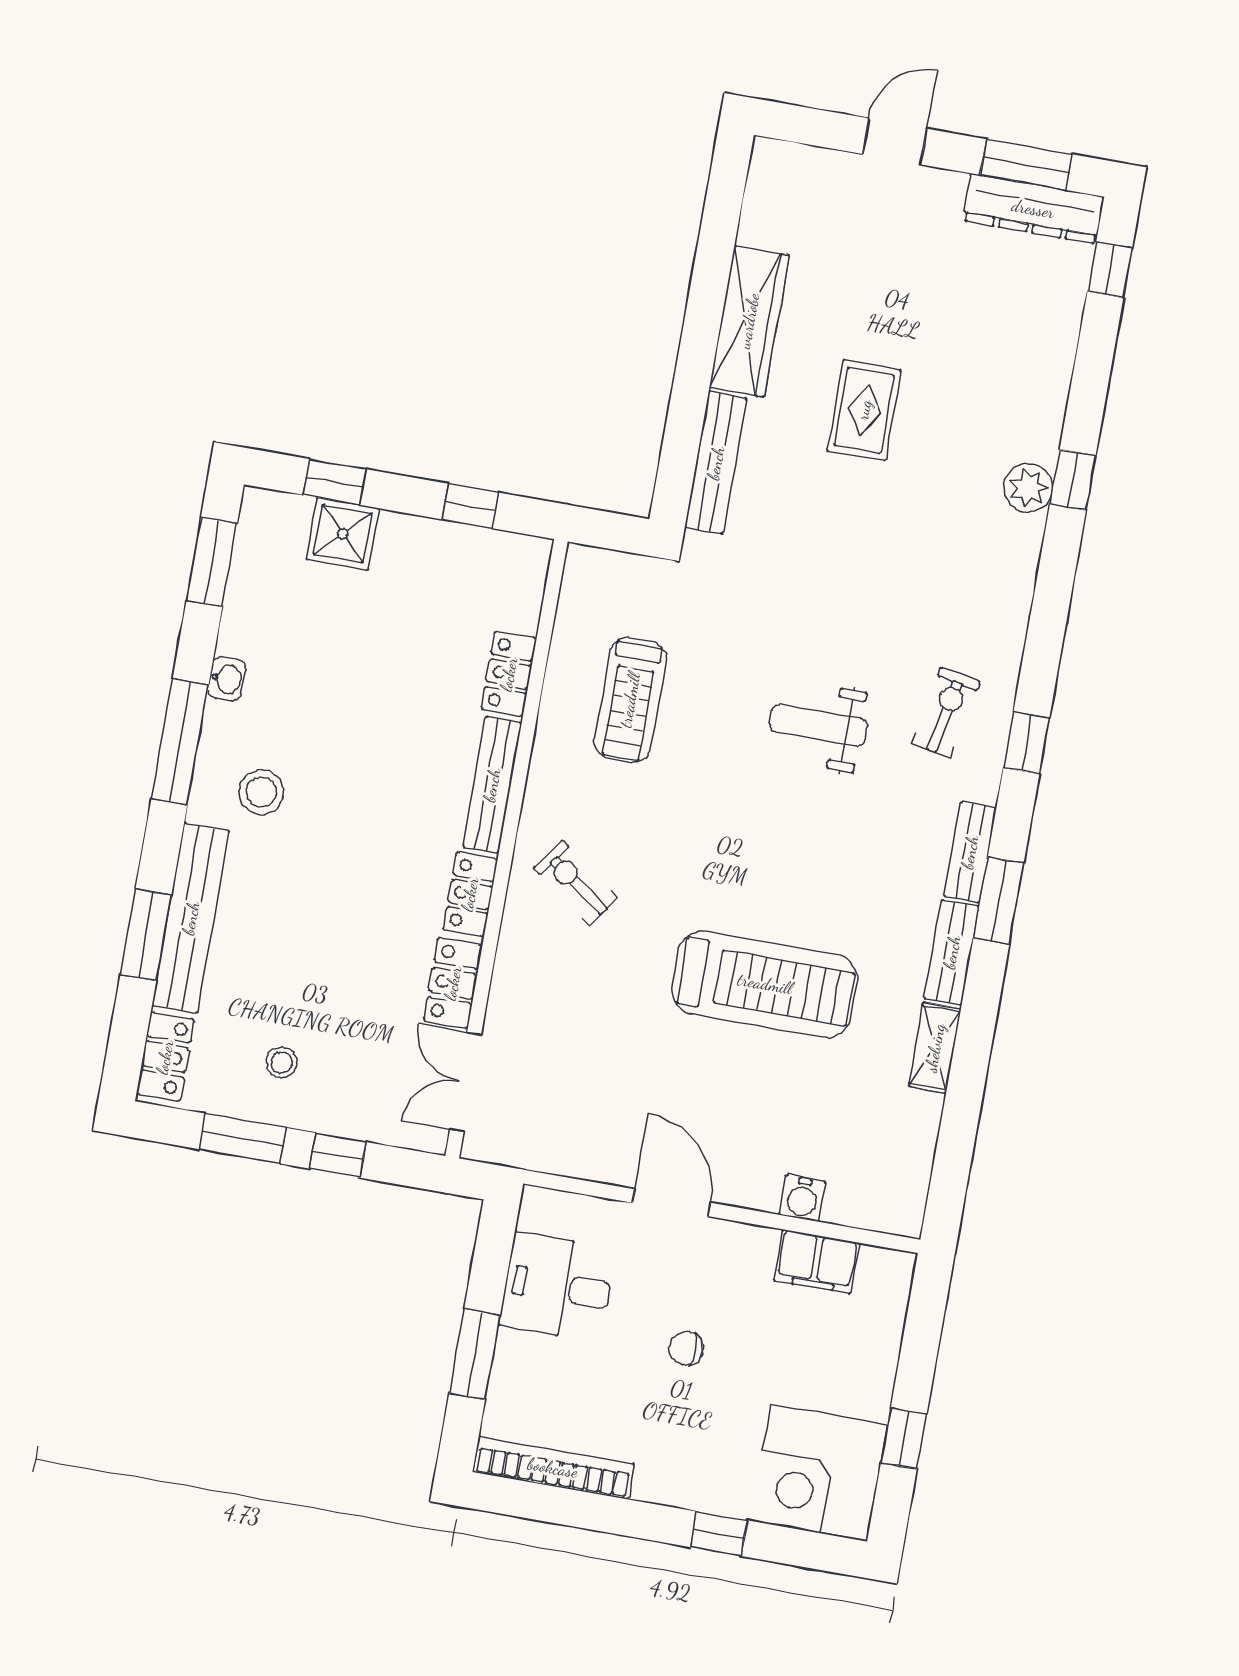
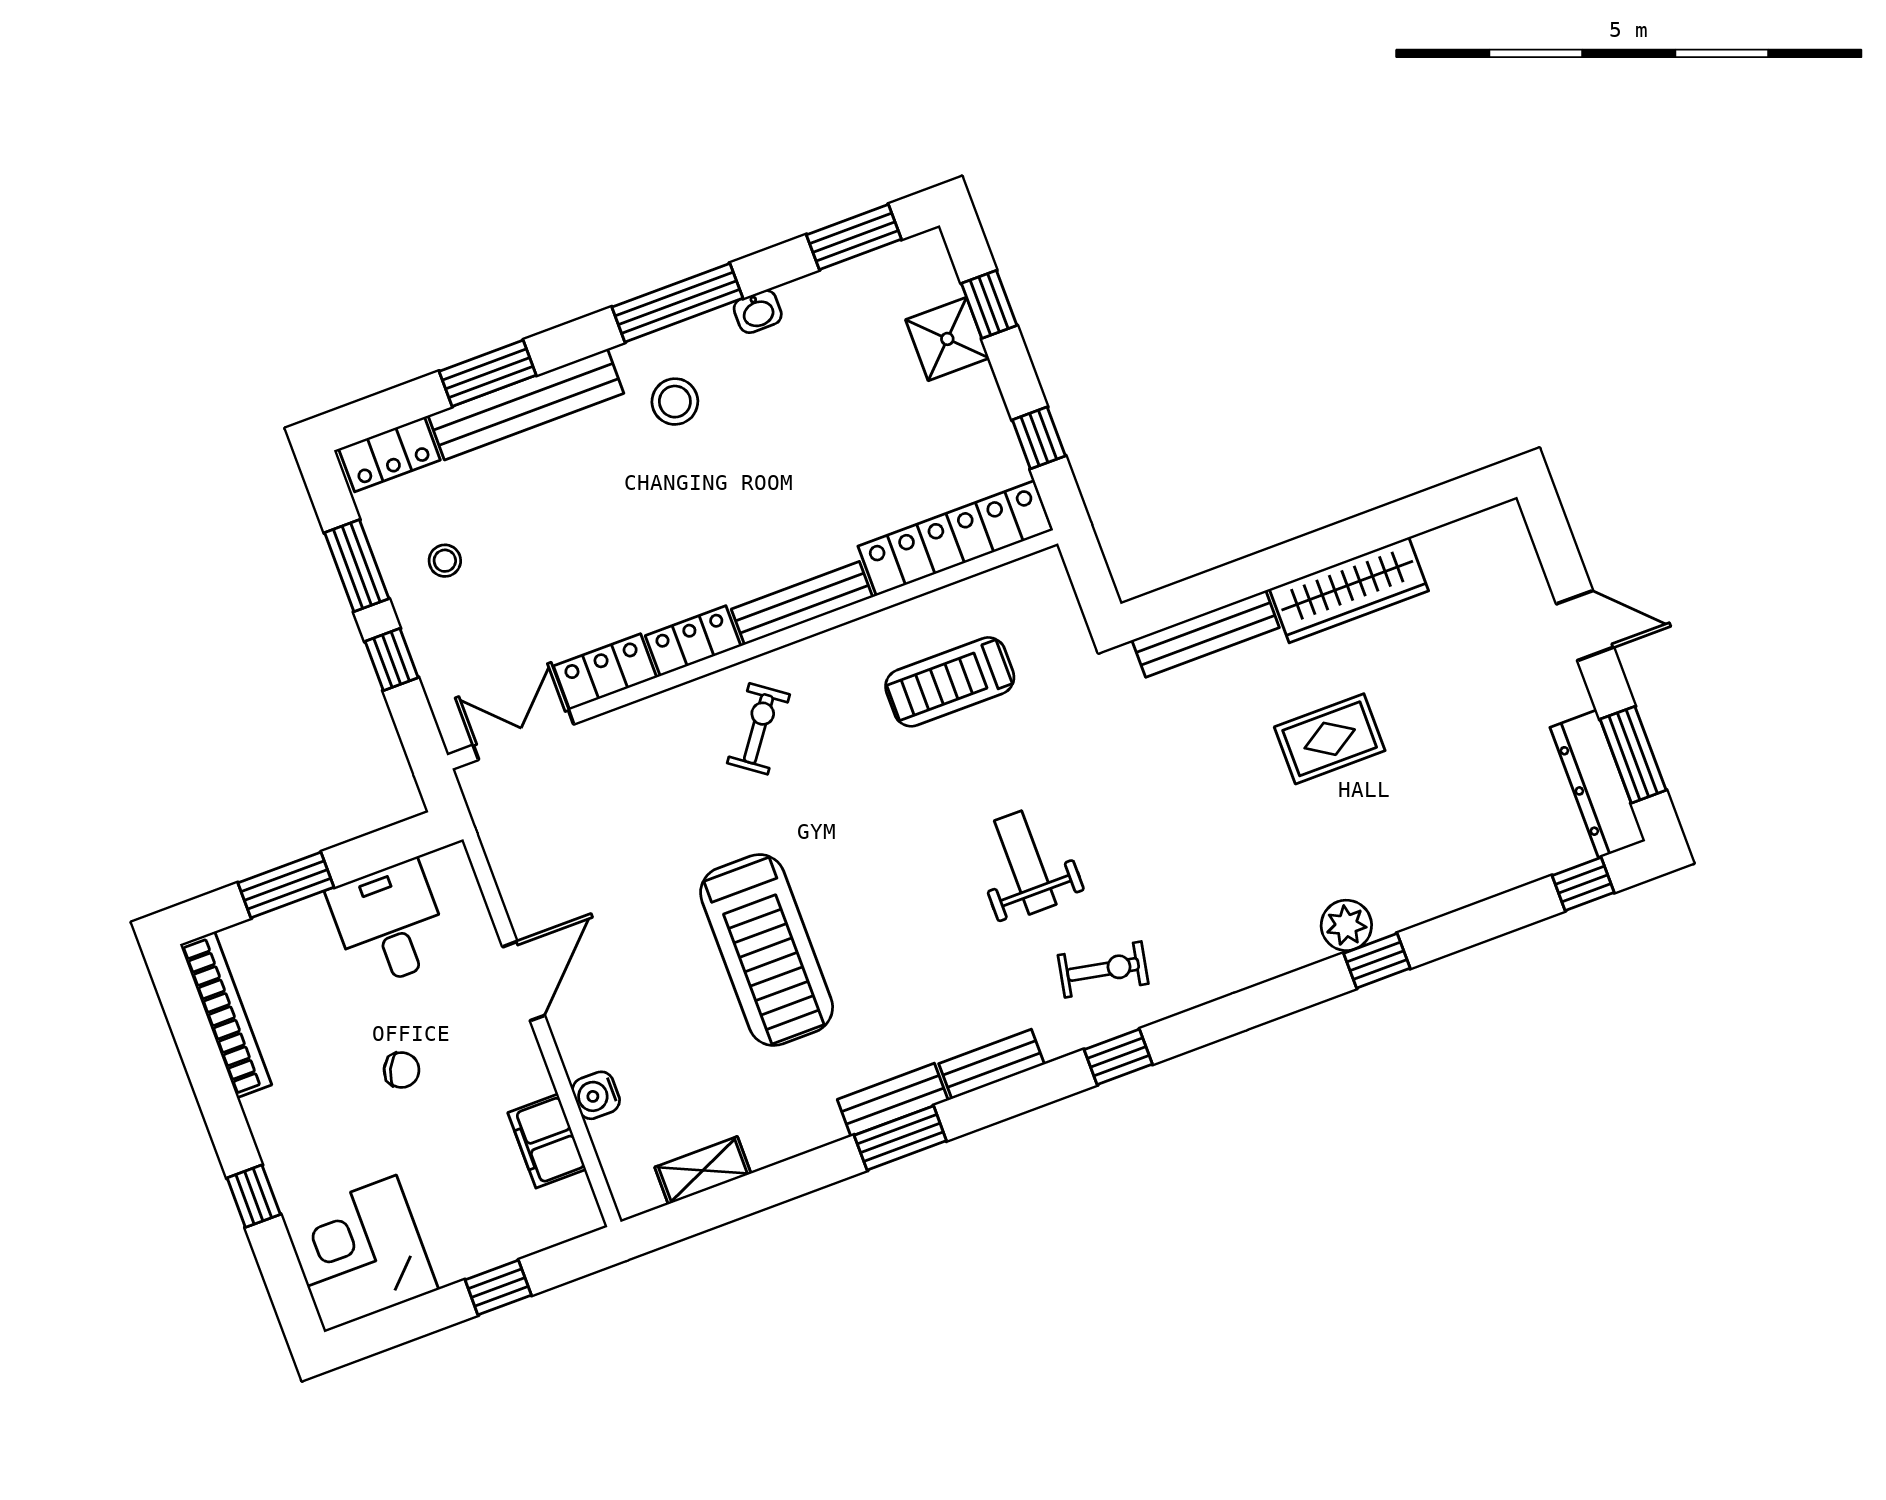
locker: (509, 674) -> (955, 538), width x2.16, depth x1.21
window: (999, 901) -> (900, 1138), moved
shelving: (935, 1048) -> (703, 1170), moved
chair: (686, 1348) -> (402, 1070), turned 116
window: (904, 1438) -> (498, 1288), moved

